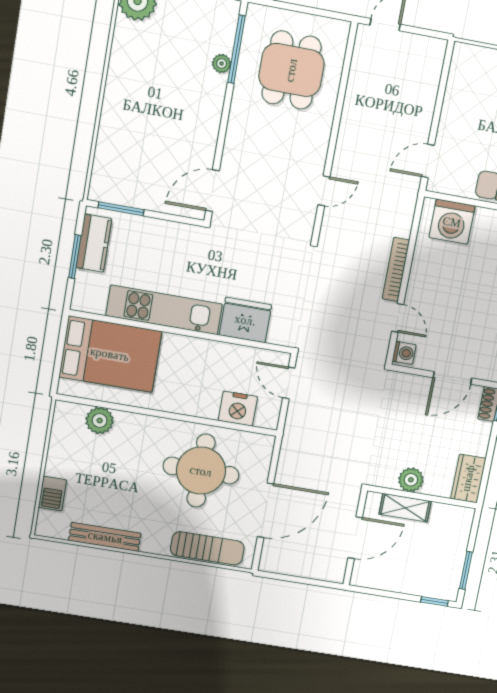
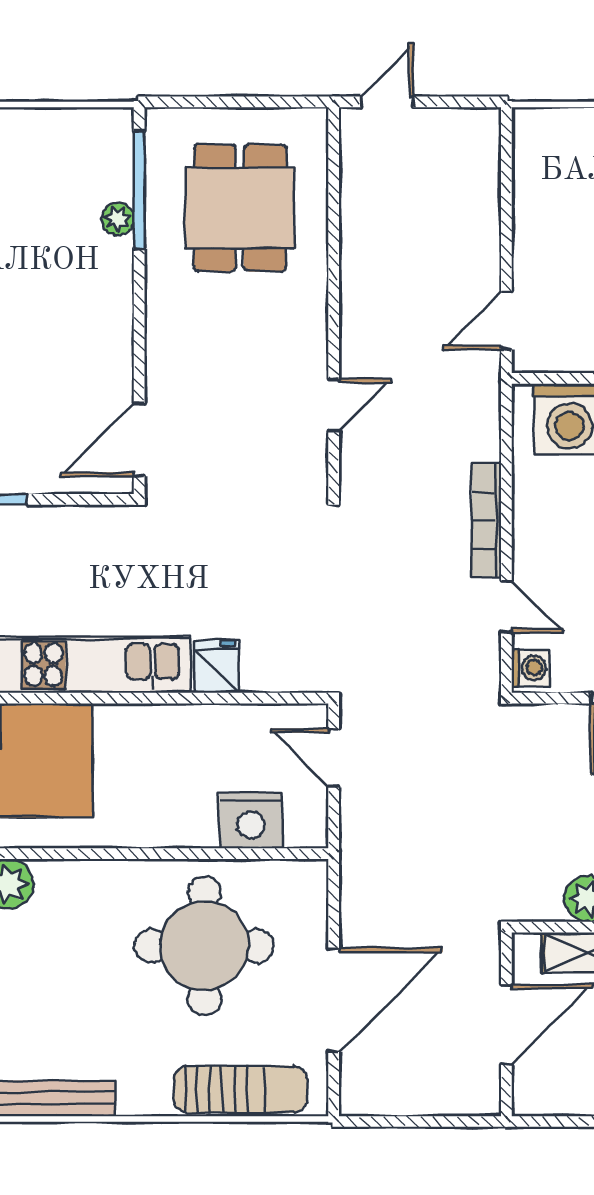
fridge: (245, 320) -> (217, 666), width x0.53, depth x0.75

